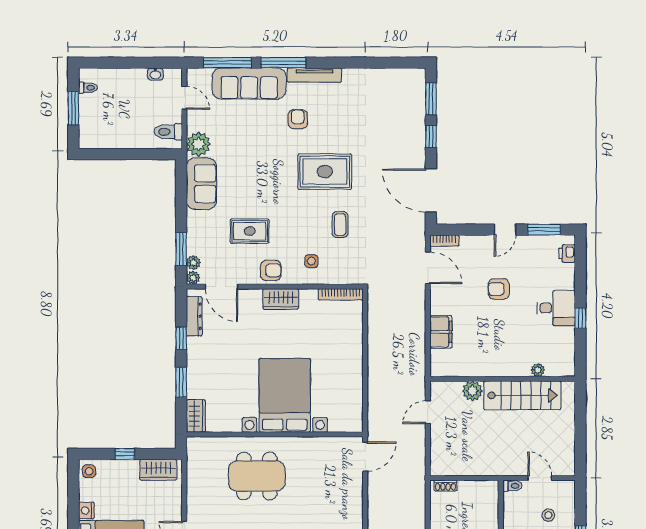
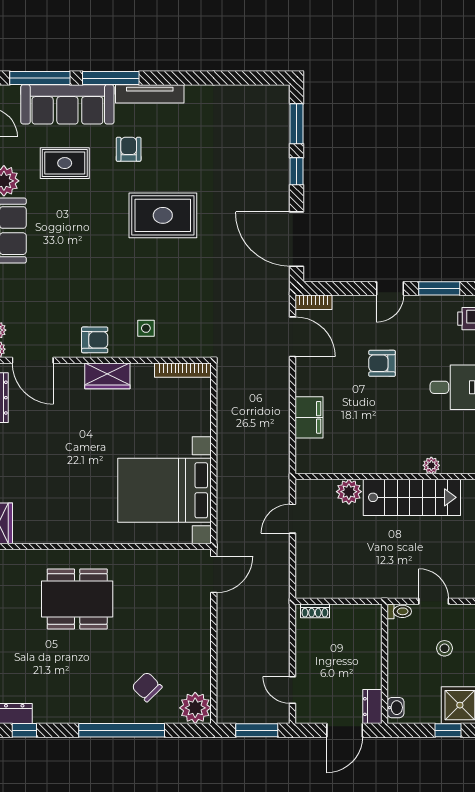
coffee table: (340, 225) -> (182, 282), removed
rug: (250, 231) -> (65, 163), moved
bed with nightstands: (285, 395) -> (164, 490), moved, turned -90

